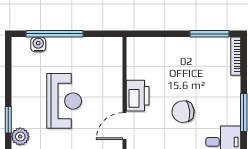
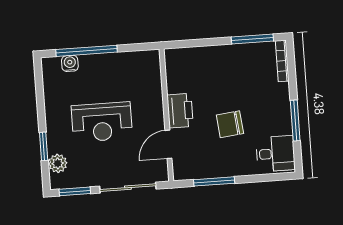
reception desk: (64, 101) -> (102, 122), turned 90

